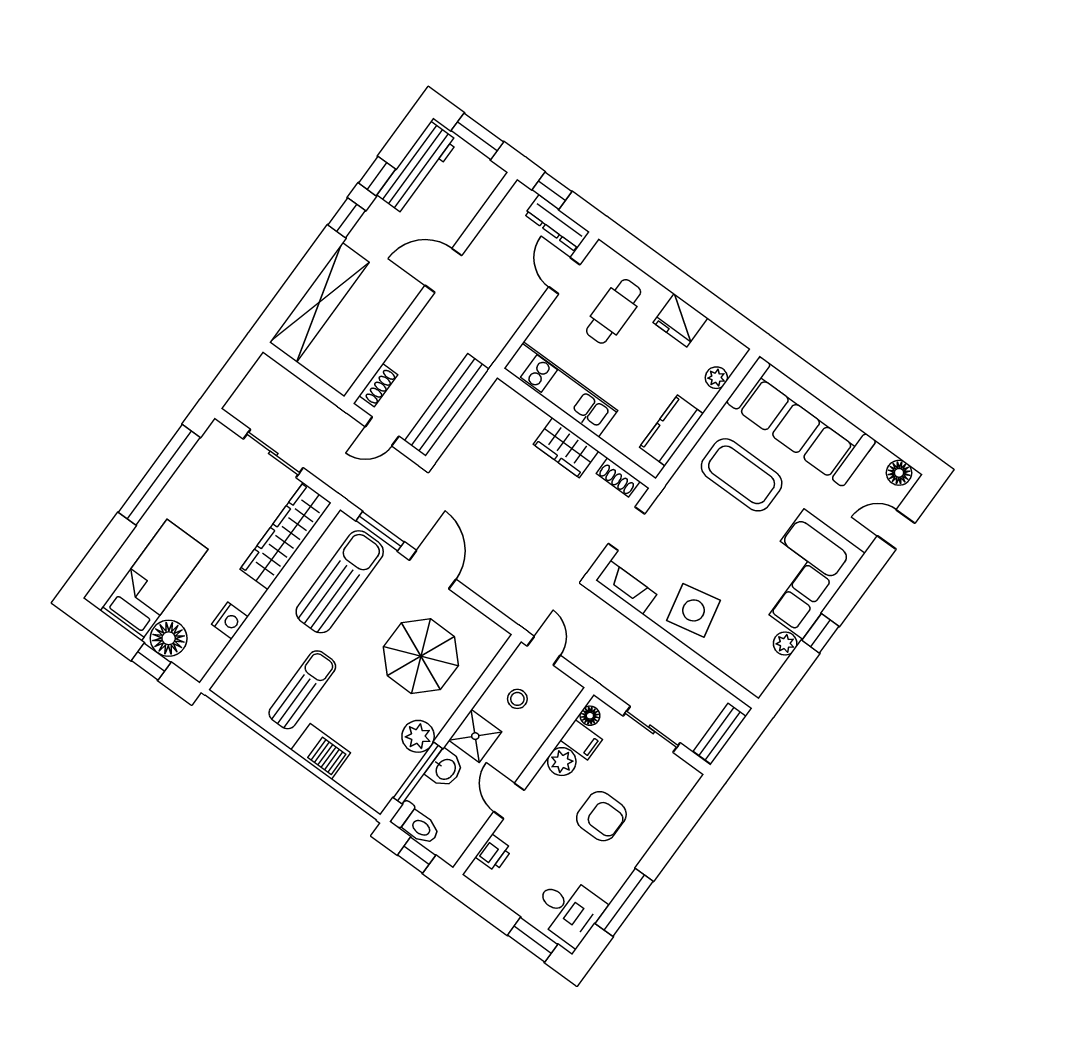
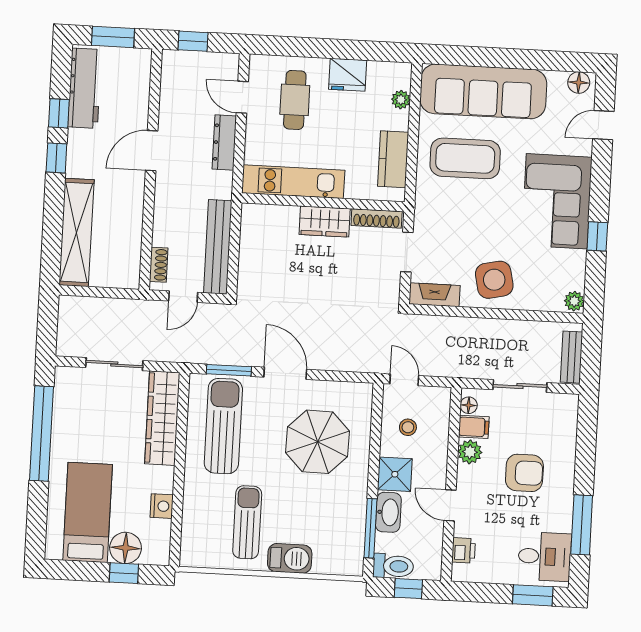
dresser: (557, 223) -> (224, 142), moved, turned 90
shoe rack: (618, 477) -> (377, 219), width x1.43
plant: (785, 644) -> (574, 301), moved
plant: (418, 736) -> (353, 501), removed
washbasin: (445, 769) -> (388, 512), width x1.38

